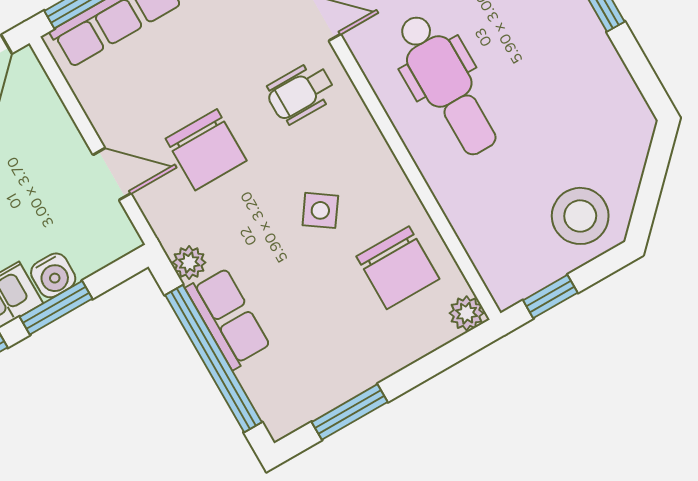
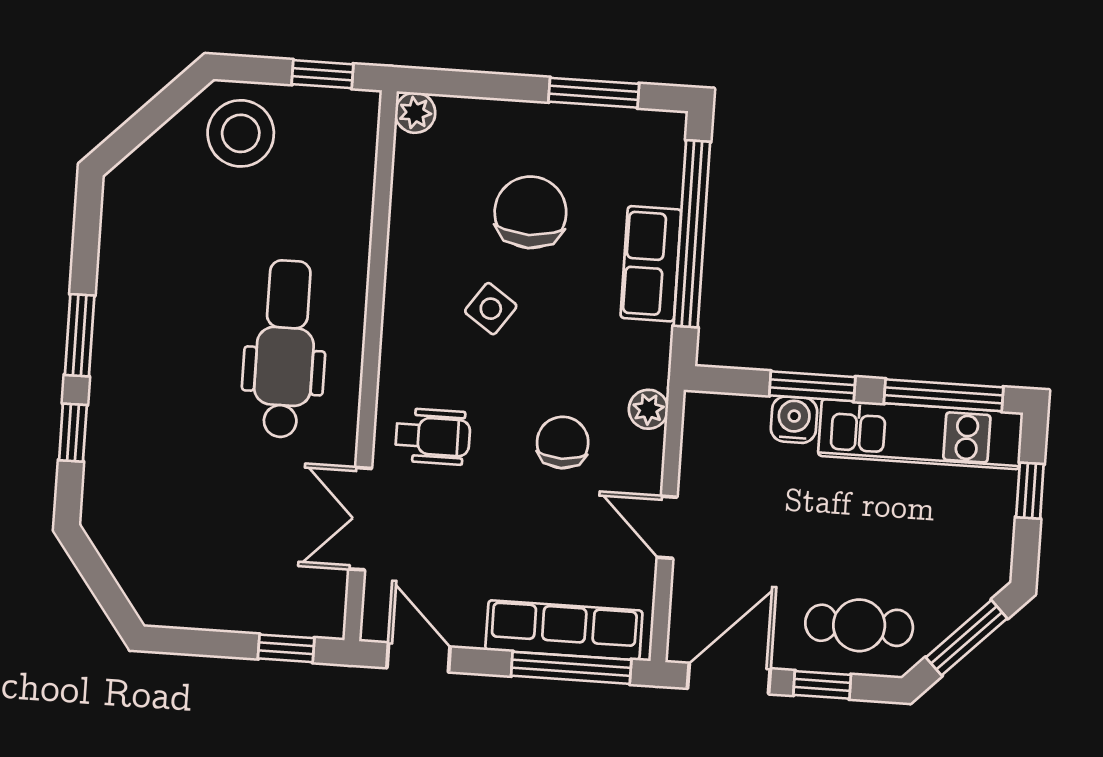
chair: (206, 150) -> (563, 442), width x0.73, depth x0.73
door: (112, 174) -> (667, 527), moved
plant: (189, 262) -> (648, 409), moved
chair: (398, 268) -> (530, 212), moved

